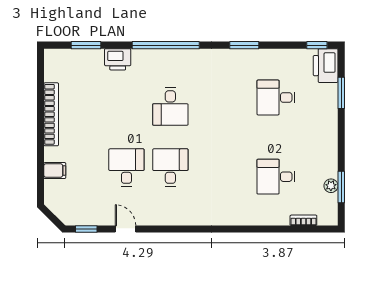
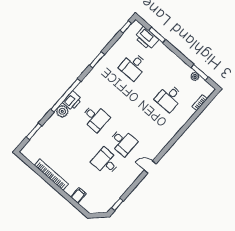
plant: (142, 58) -> (62, 111), added
printer: (118, 59) -> (72, 101), moved
printer: (326, 66) -> (147, 38), moved
desk: (170, 168) -> (123, 142), turned 180
door: (125, 229) -> (150, 167), moved

